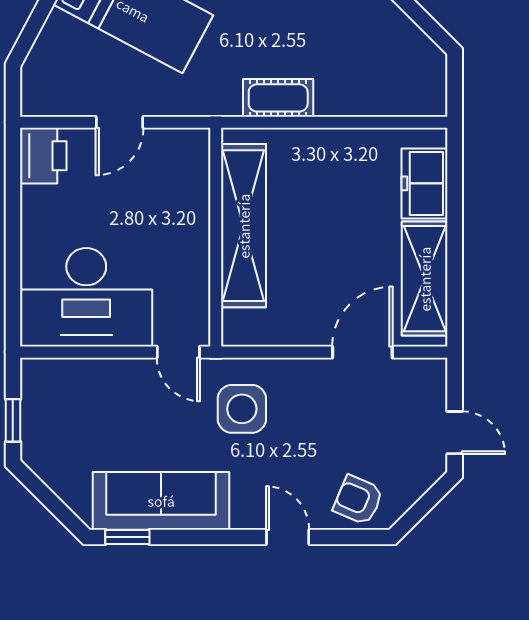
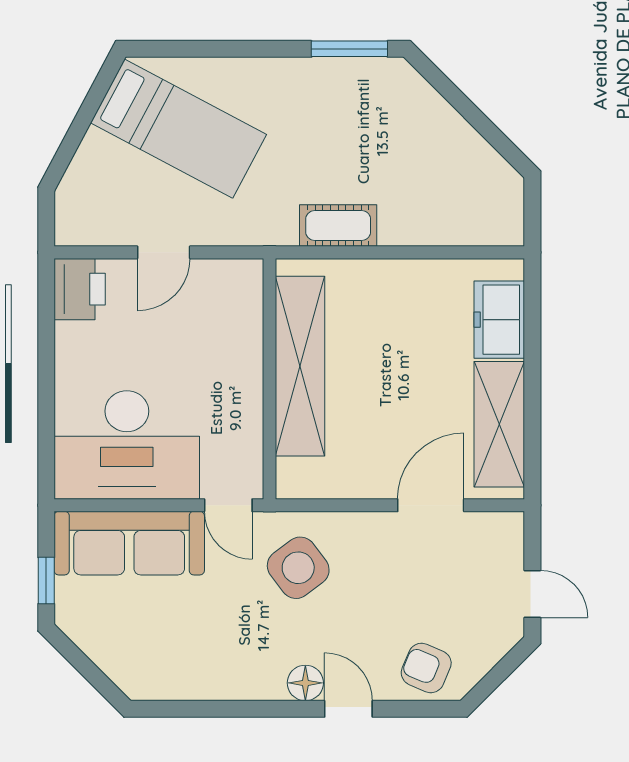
side table: (242, 409) -> (298, 568), turned -37
sofa: (161, 501) -> (129, 543), moved, turned 180
floor lamp: (248, 514) -> (305, 683), added
window: (127, 537) -> (172, 709), removed

